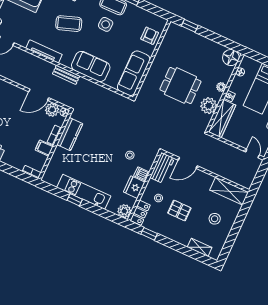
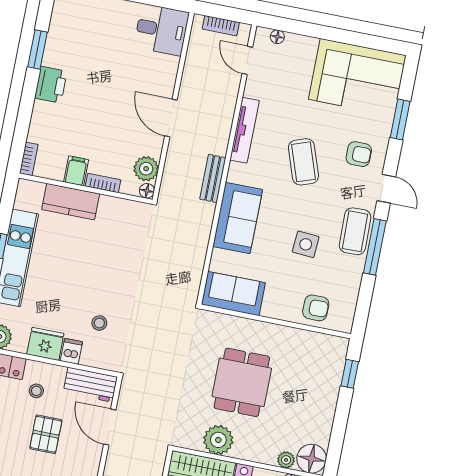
side table: (106, 24) -> (306, 244), moved
sofa: (134, 73) -> (233, 294), width x0.73
plant: (221, 87) -> (286, 460), moved
door: (39, 95) -> (171, 118), moved
kitchen counter: (70, 134) -> (71, 202), moved
pallet: (179, 211) -> (46, 434), moved

